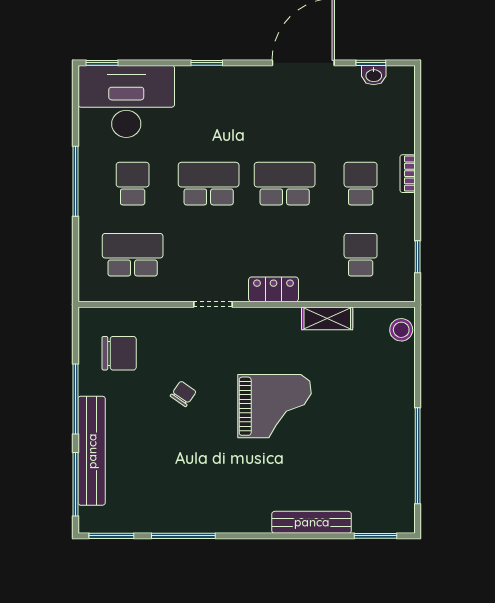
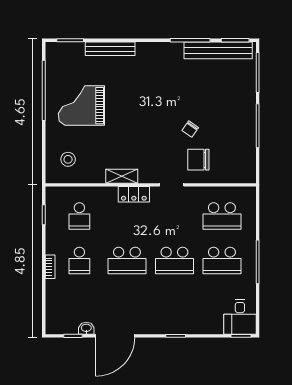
washbasin: (374, 75) -> (86, 328), moved
desk: (126, 101) -> (240, 317), width x0.53, depth x0.77
school desk: (133, 184) -> (222, 260), width x1.85
shelving: (327, 318) -> (122, 176), moved
stool: (401, 330) -> (68, 159), moved
chair: (119, 353) -> (198, 160), moved
grand piano: (274, 406) -> (81, 106), moved
bench: (92, 451) -> (218, 50), moved, turned 90

